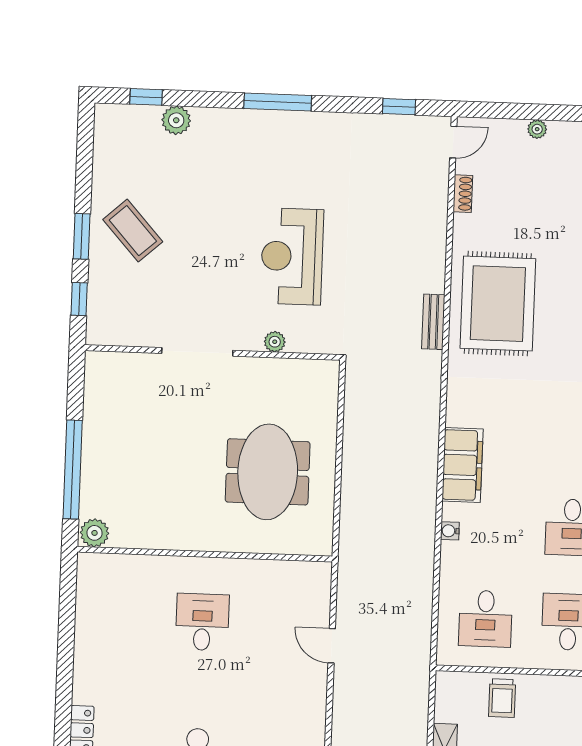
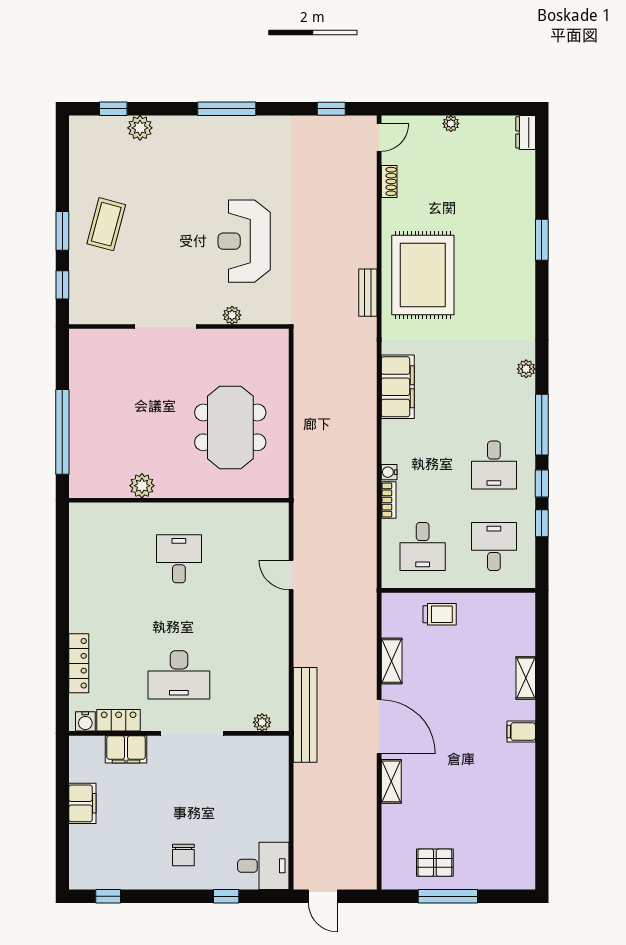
coffee table: (133, 231) -> (106, 224), turned 57
filing cabinet: (463, 465) -> (398, 387), moved
plant: (95, 533) -> (142, 486), moved
bookcase: (448, 563) -> (389, 500), added
trolley: (502, 698) -> (440, 614), turned -90

